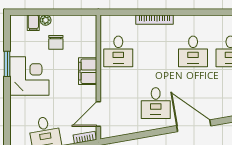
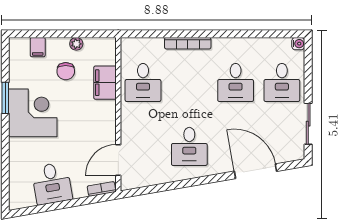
plant: (46, 20) -> (76, 44), moved
filing cabinet: (88, 71) -> (105, 83), moved
door: (194, 126) -> (255, 171), moved

